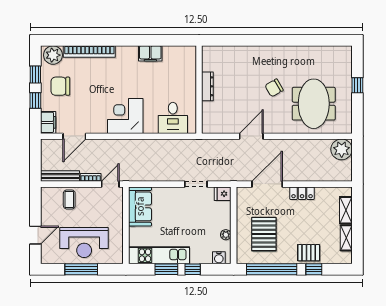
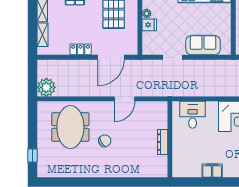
window: (357, 85) -> (33, 155), moved
fridge: (223, 194) -> (149, 25), moved
sofa: (140, 206) -> (203, 45), moved, turned 90

